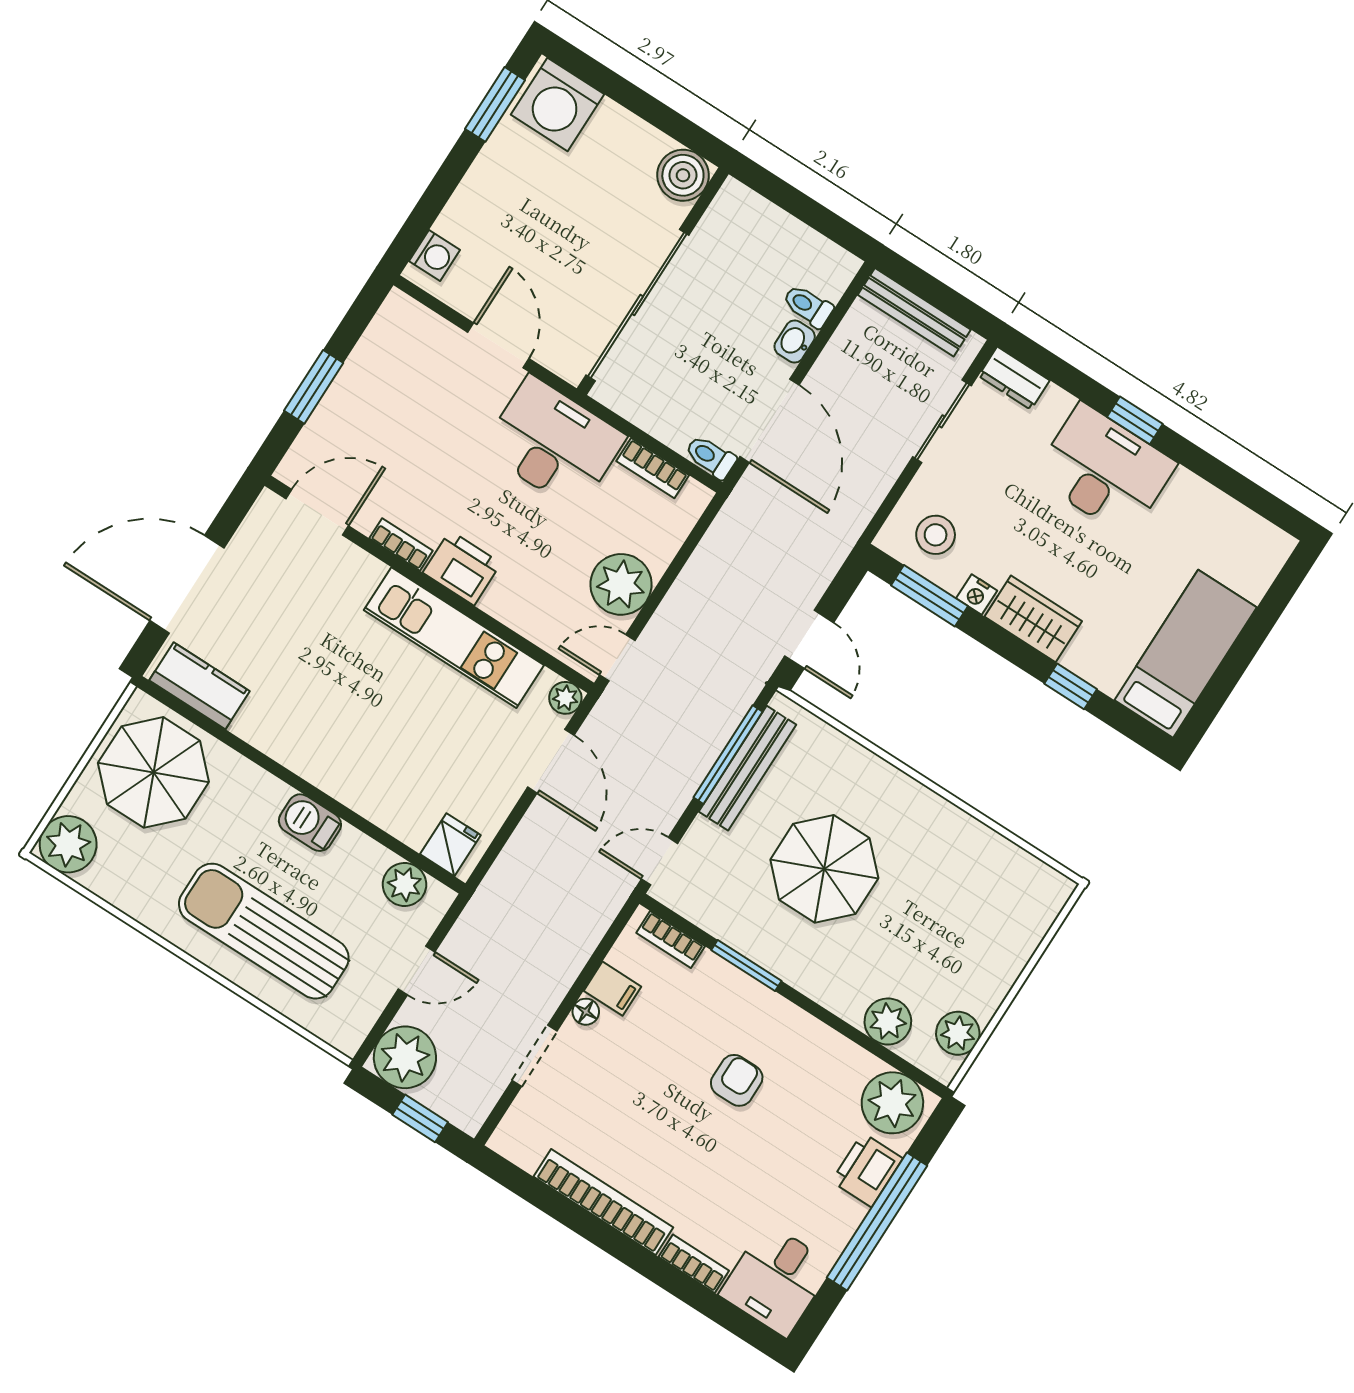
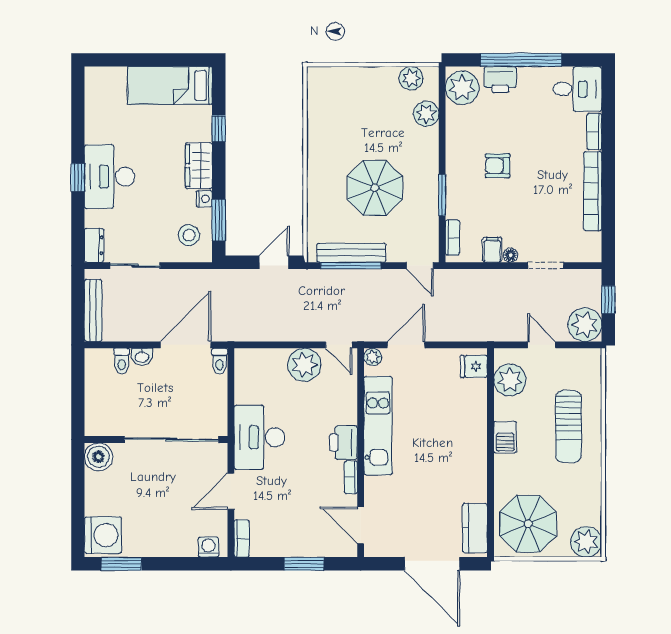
bookcase: (653, 468) -> (242, 538), moved
plant: (405, 884) -> (510, 380), width x1.36, depth x1.36
sun lounger: (264, 931) -> (568, 427), width x0.73, depth x0.75

